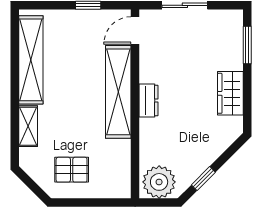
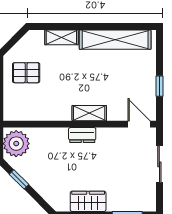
shelving: (118, 92) -> (89, 113), width x0.45, depth x0.75
pallet: (72, 170) -> (26, 73), turned 90

